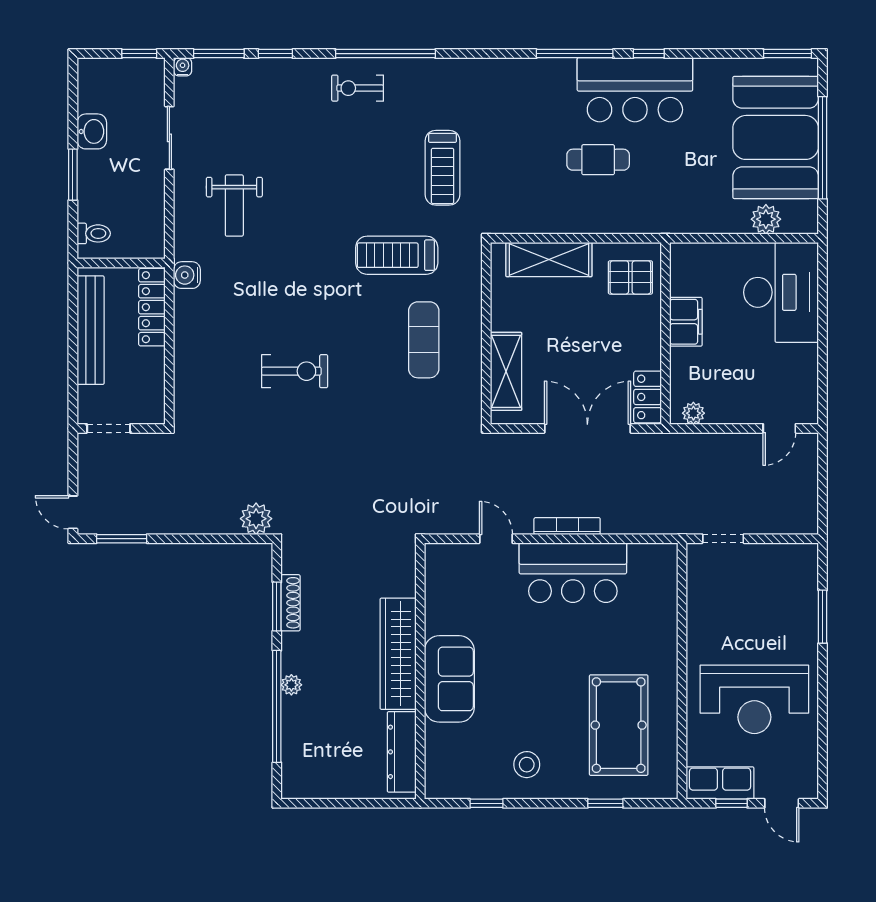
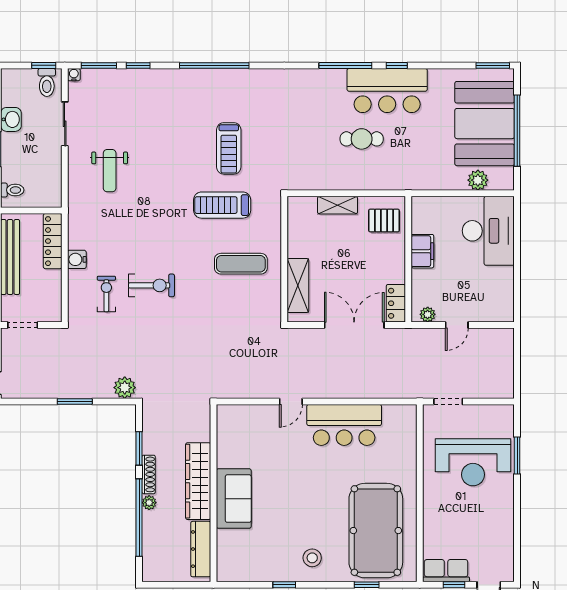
toilet: (144, 78) -> (47, 82), added
exercise bike: (358, 88) -> (106, 294), moved, turned 90
treadmill: (443, 168) -> (229, 148), moved
shelving: (549, 260) -> (338, 205), width x0.67, depth x0.75
water cooler: (187, 275) -> (77, 259), moved
exercise mat: (424, 340) -> (241, 264), turned 90
door: (779, 428) -> (457, 325), moved
bookcase: (567, 526) -> (340, 393), removed
window: (122, 539) -> (75, 401), moved
door: (496, 539) -> (291, 401), swing flipped
shoe rack: (291, 603) -> (149, 474), moved
wardrobe: (398, 654) -> (198, 481), moved
wall: (420, 671) -> (214, 493), moved
sofa: (449, 679) -> (234, 499), moved
reception desk: (754, 699) -> (473, 462), moved
pool table: (619, 725) -> (376, 531), width x1.36, depth x1.32
dresser: (402, 752) -> (201, 549), moved

